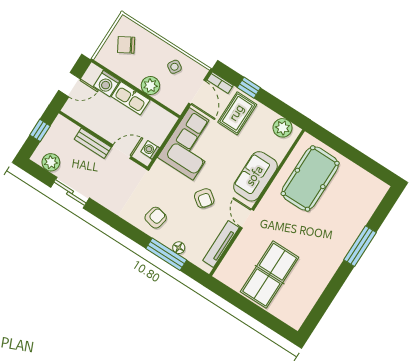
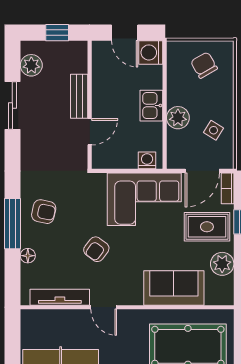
washing machine: (107, 83) -> (151, 52), moved
kitchen sink: (131, 98) -> (151, 106), width x0.73
plant: (283, 128) -> (222, 264), moved
washing machine: (150, 150) -> (147, 160), moved
door: (122, 152) -> (90, 132), hinge flipped
sofa: (255, 176) -> (174, 288), moved
door: (247, 219) -> (104, 307), swing flipped
window: (166, 254) -> (12, 224), moved

